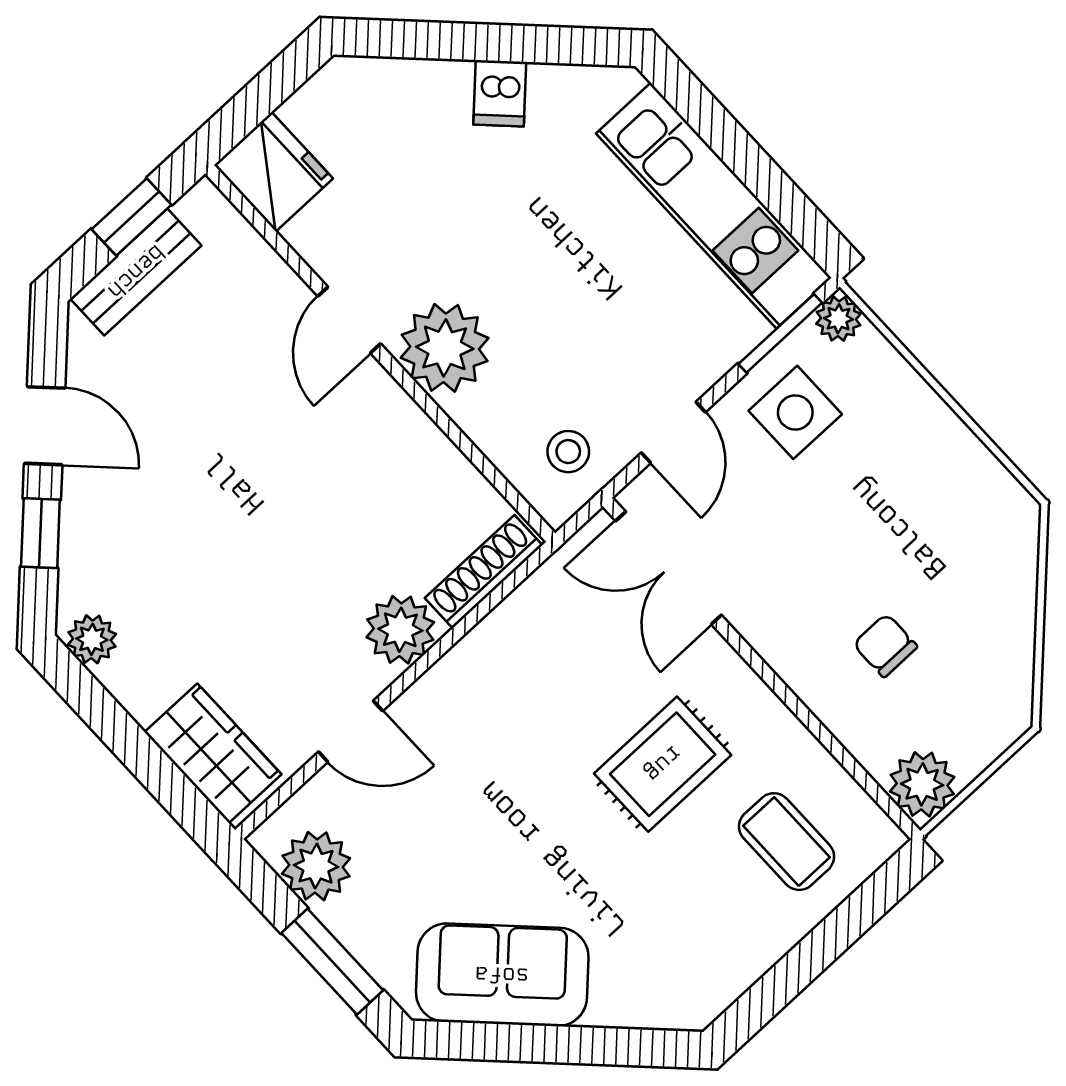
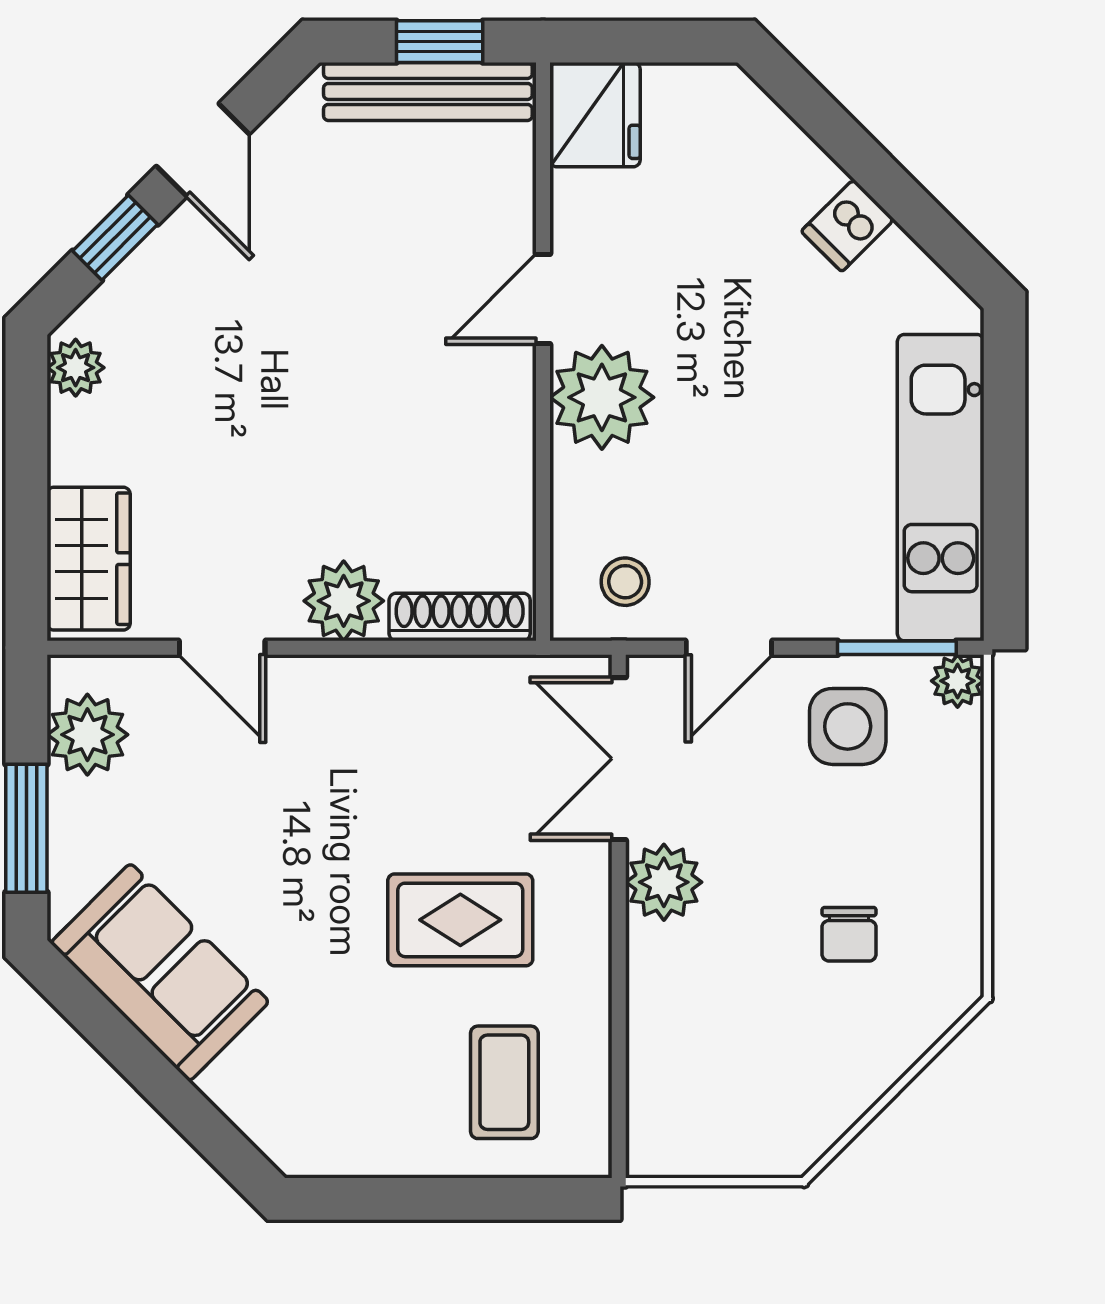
bench: (136, 272) -> (428, 91), width x1.36
chair: (885, 645) -> (849, 934), moved, turned 180
plant: (922, 784) -> (664, 882), moved

